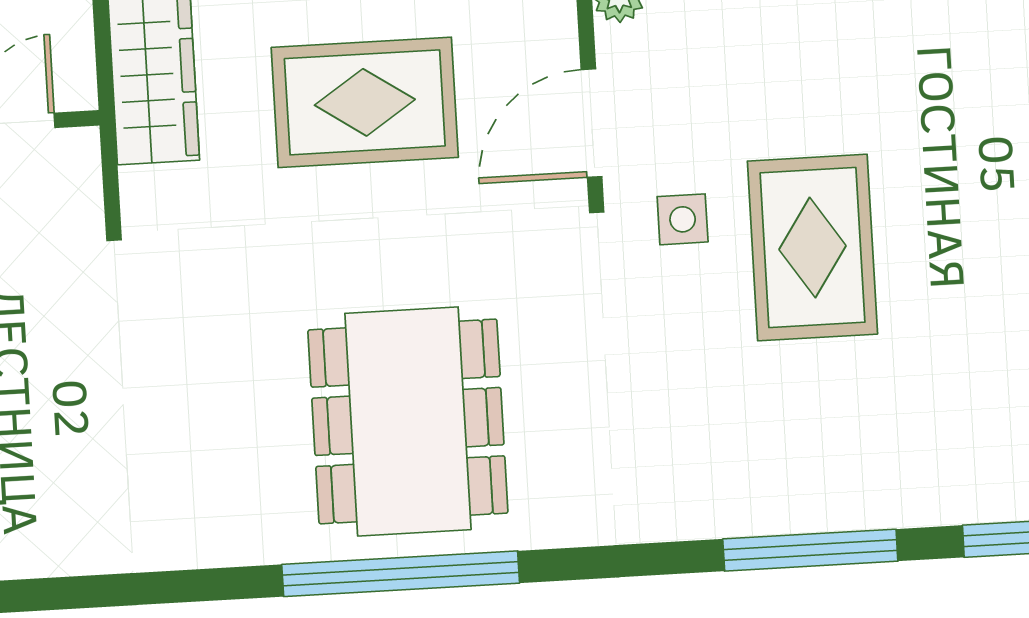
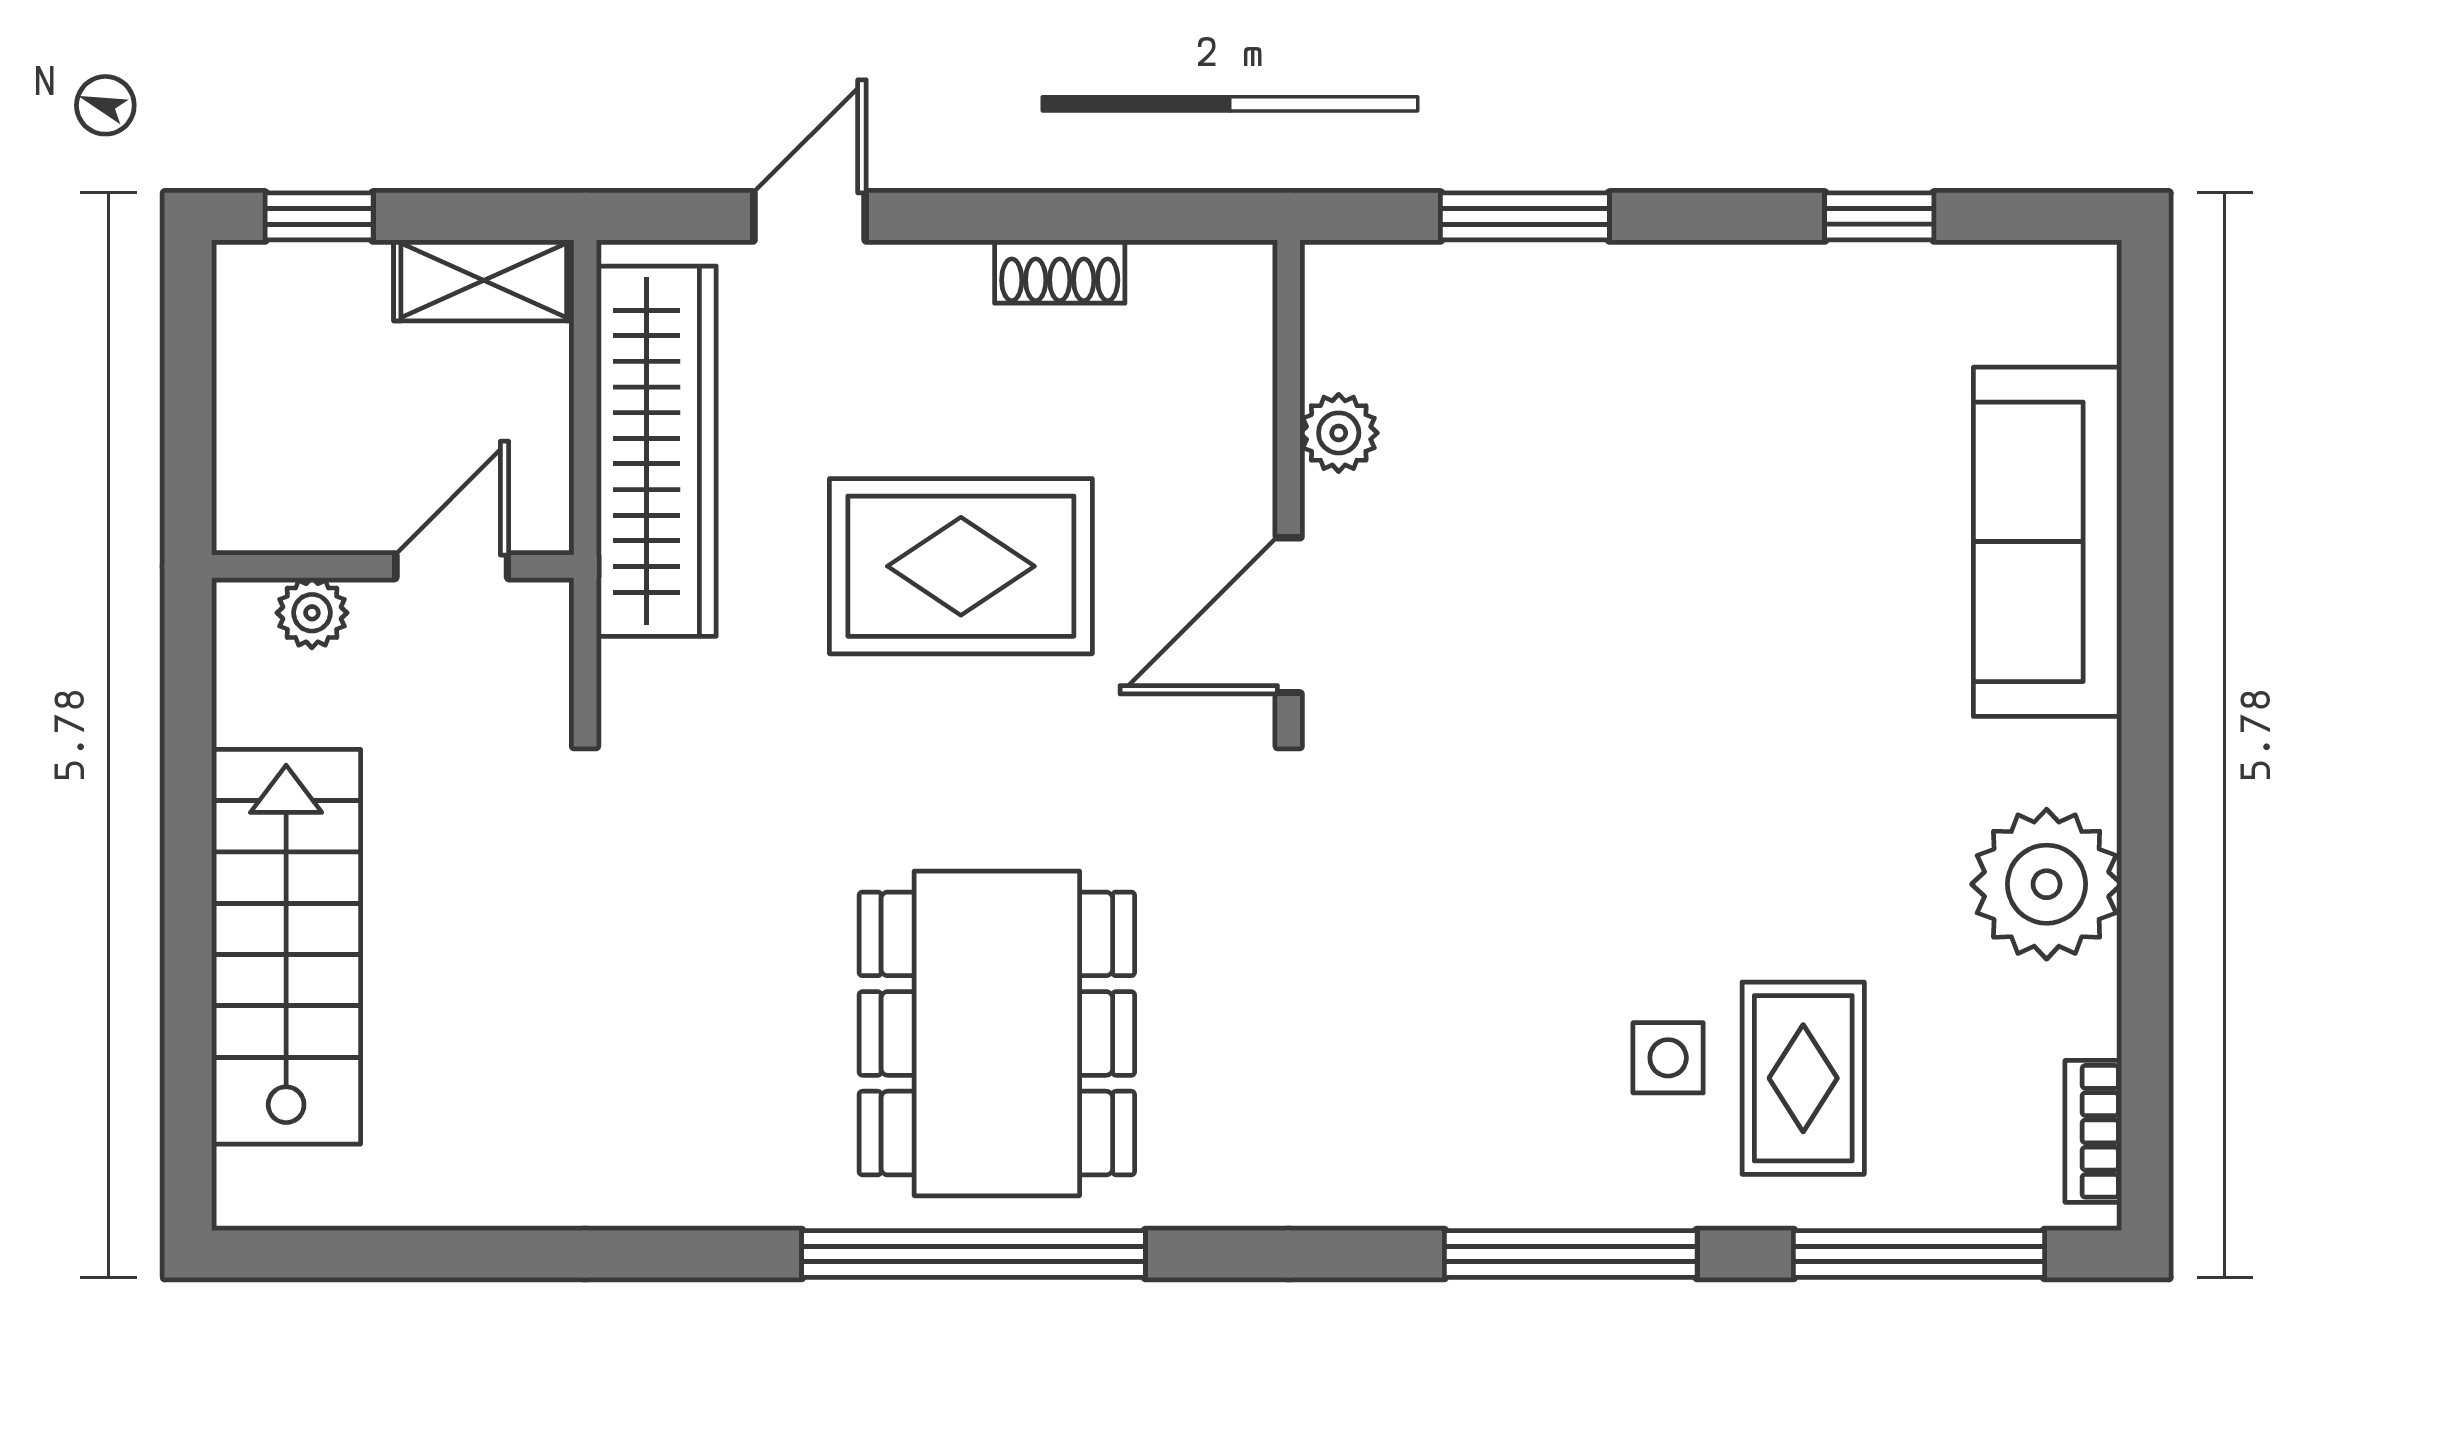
side table: (683, 219) -> (1668, 1058), moved
rug: (812, 248) -> (1803, 1078), moved, width x0.73, depth x0.70

